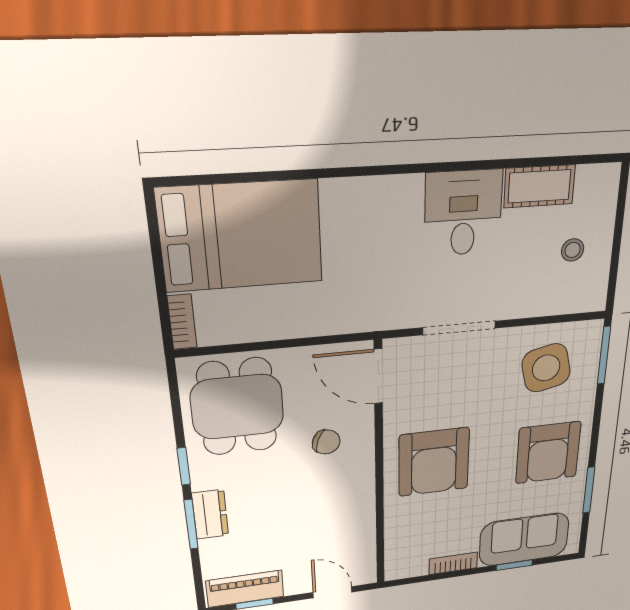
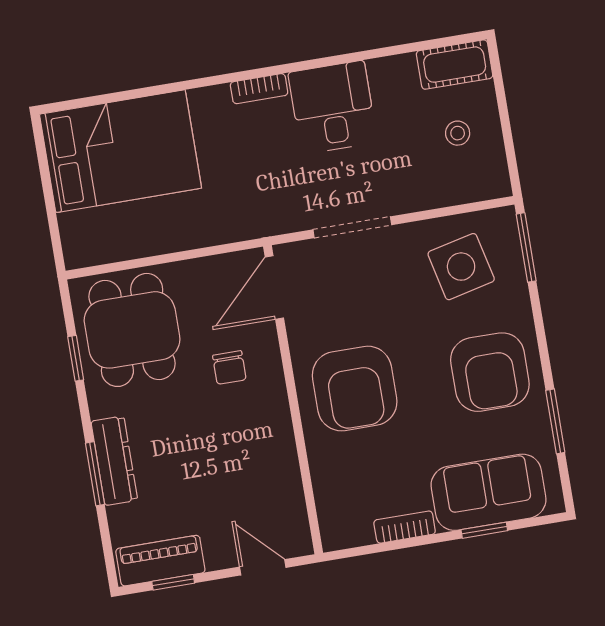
cot: (539, 186) -> (455, 65), moved
bookcase: (182, 322) -> (259, 89), moved, turned 90
door: (378, 376) -> (274, 287), hinge flipped
chair: (326, 442) -> (229, 367), turned 70
window: (184, 466) -> (76, 358), moved
dresser: (210, 514) -> (114, 461), width x1.44

